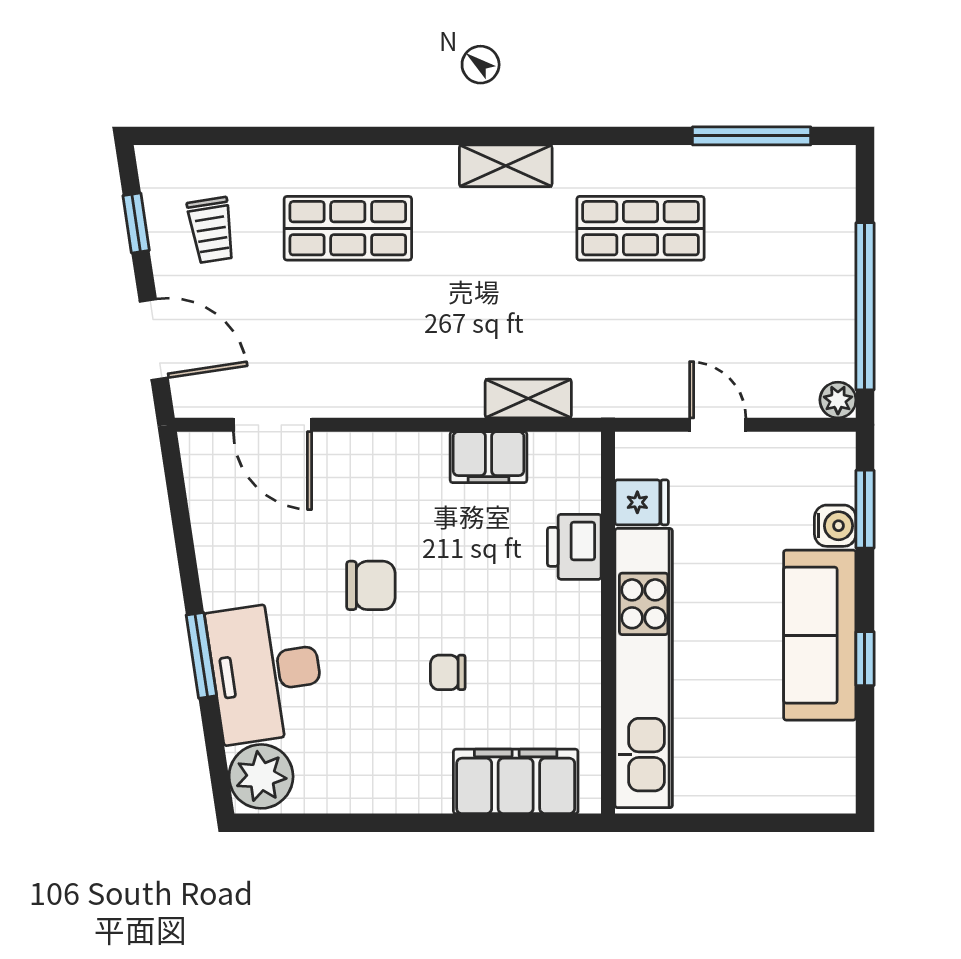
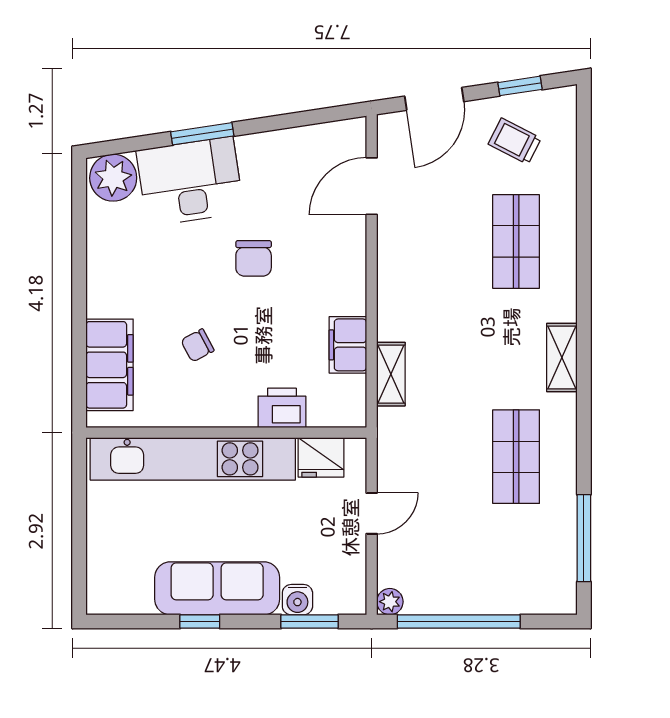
trolley: (211, 230) -> (515, 141), turned 36
fridge: (642, 502) -> (321, 457), width x1.38
chair: (448, 672) -> (197, 345), moved, turned -118

